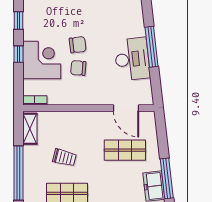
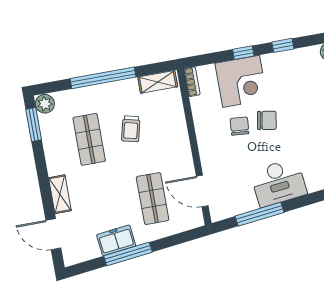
chair: (78, 45) -> (267, 120), turned -73
window: (152, 47) -> (260, 214), moved
desk: (132, 59) -> (279, 183), moved
door: (126, 108) -> (202, 191), hinge flipped

